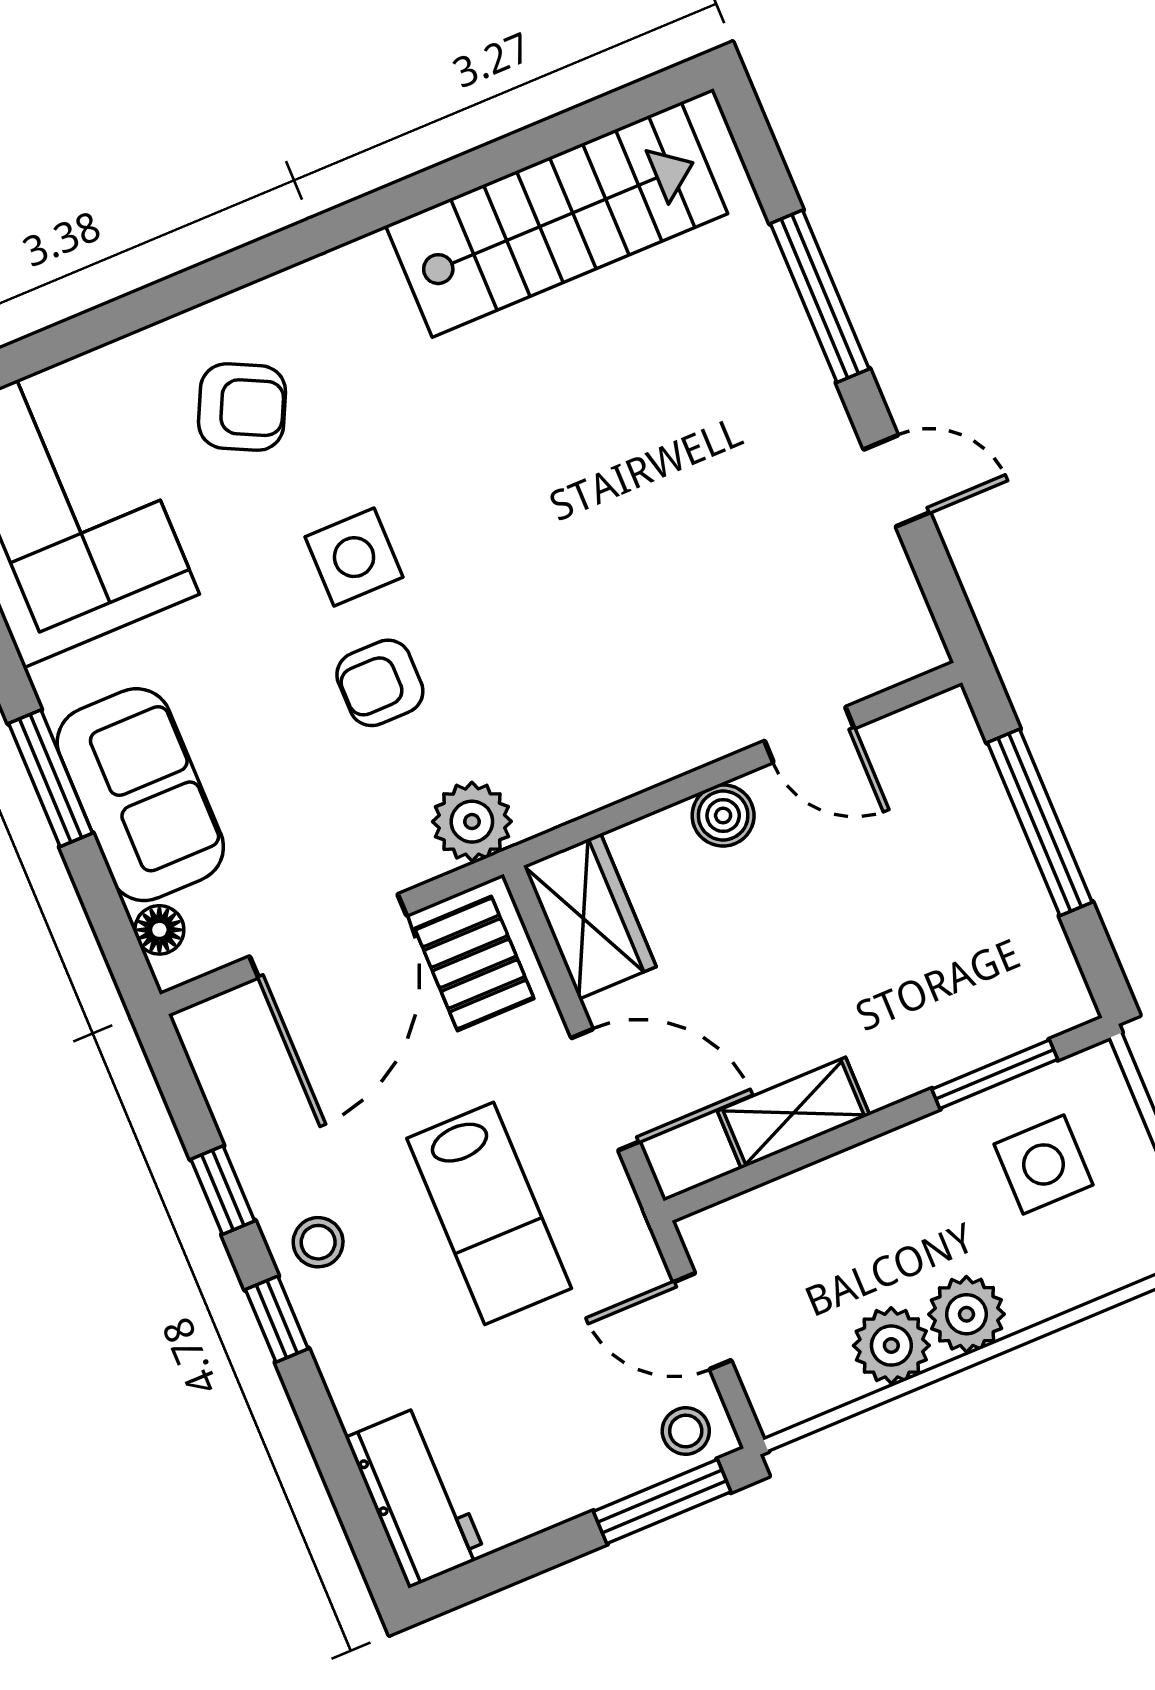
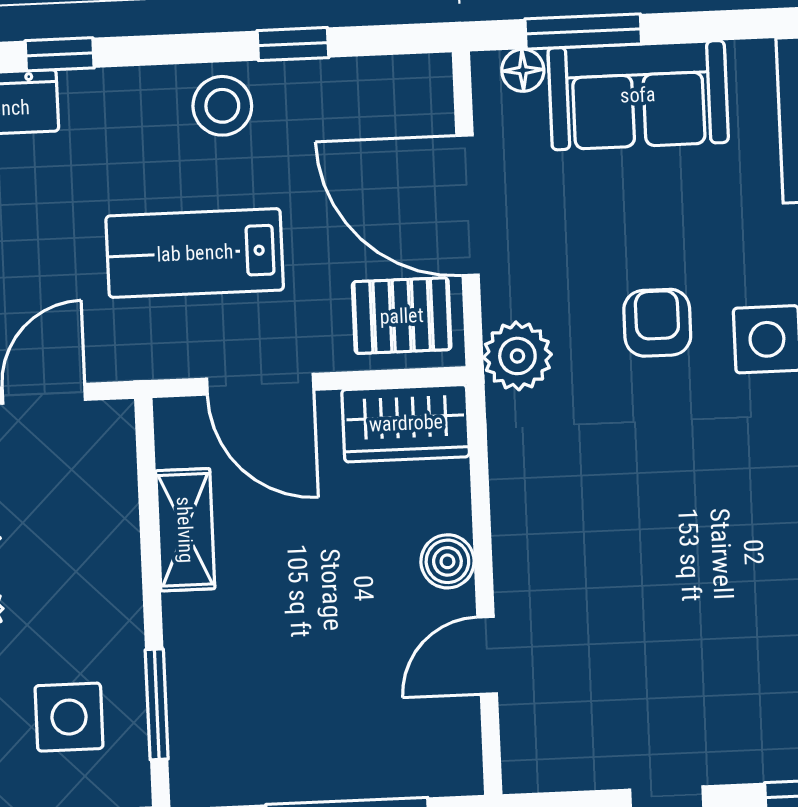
window: (50, 778) -> (583, 31), moved
door: (606, 1090) -> (260, 384), hinge flipped
stool: (318, 1242) -> (222, 106), width x1.37, depth x1.37
window: (277, 1319) -> (60, 54), moved

